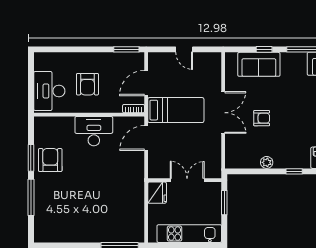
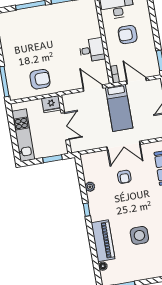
desk: (94, 131) -> (92, 50), width x0.73
armchair: (50, 160) -> (40, 79), moved

